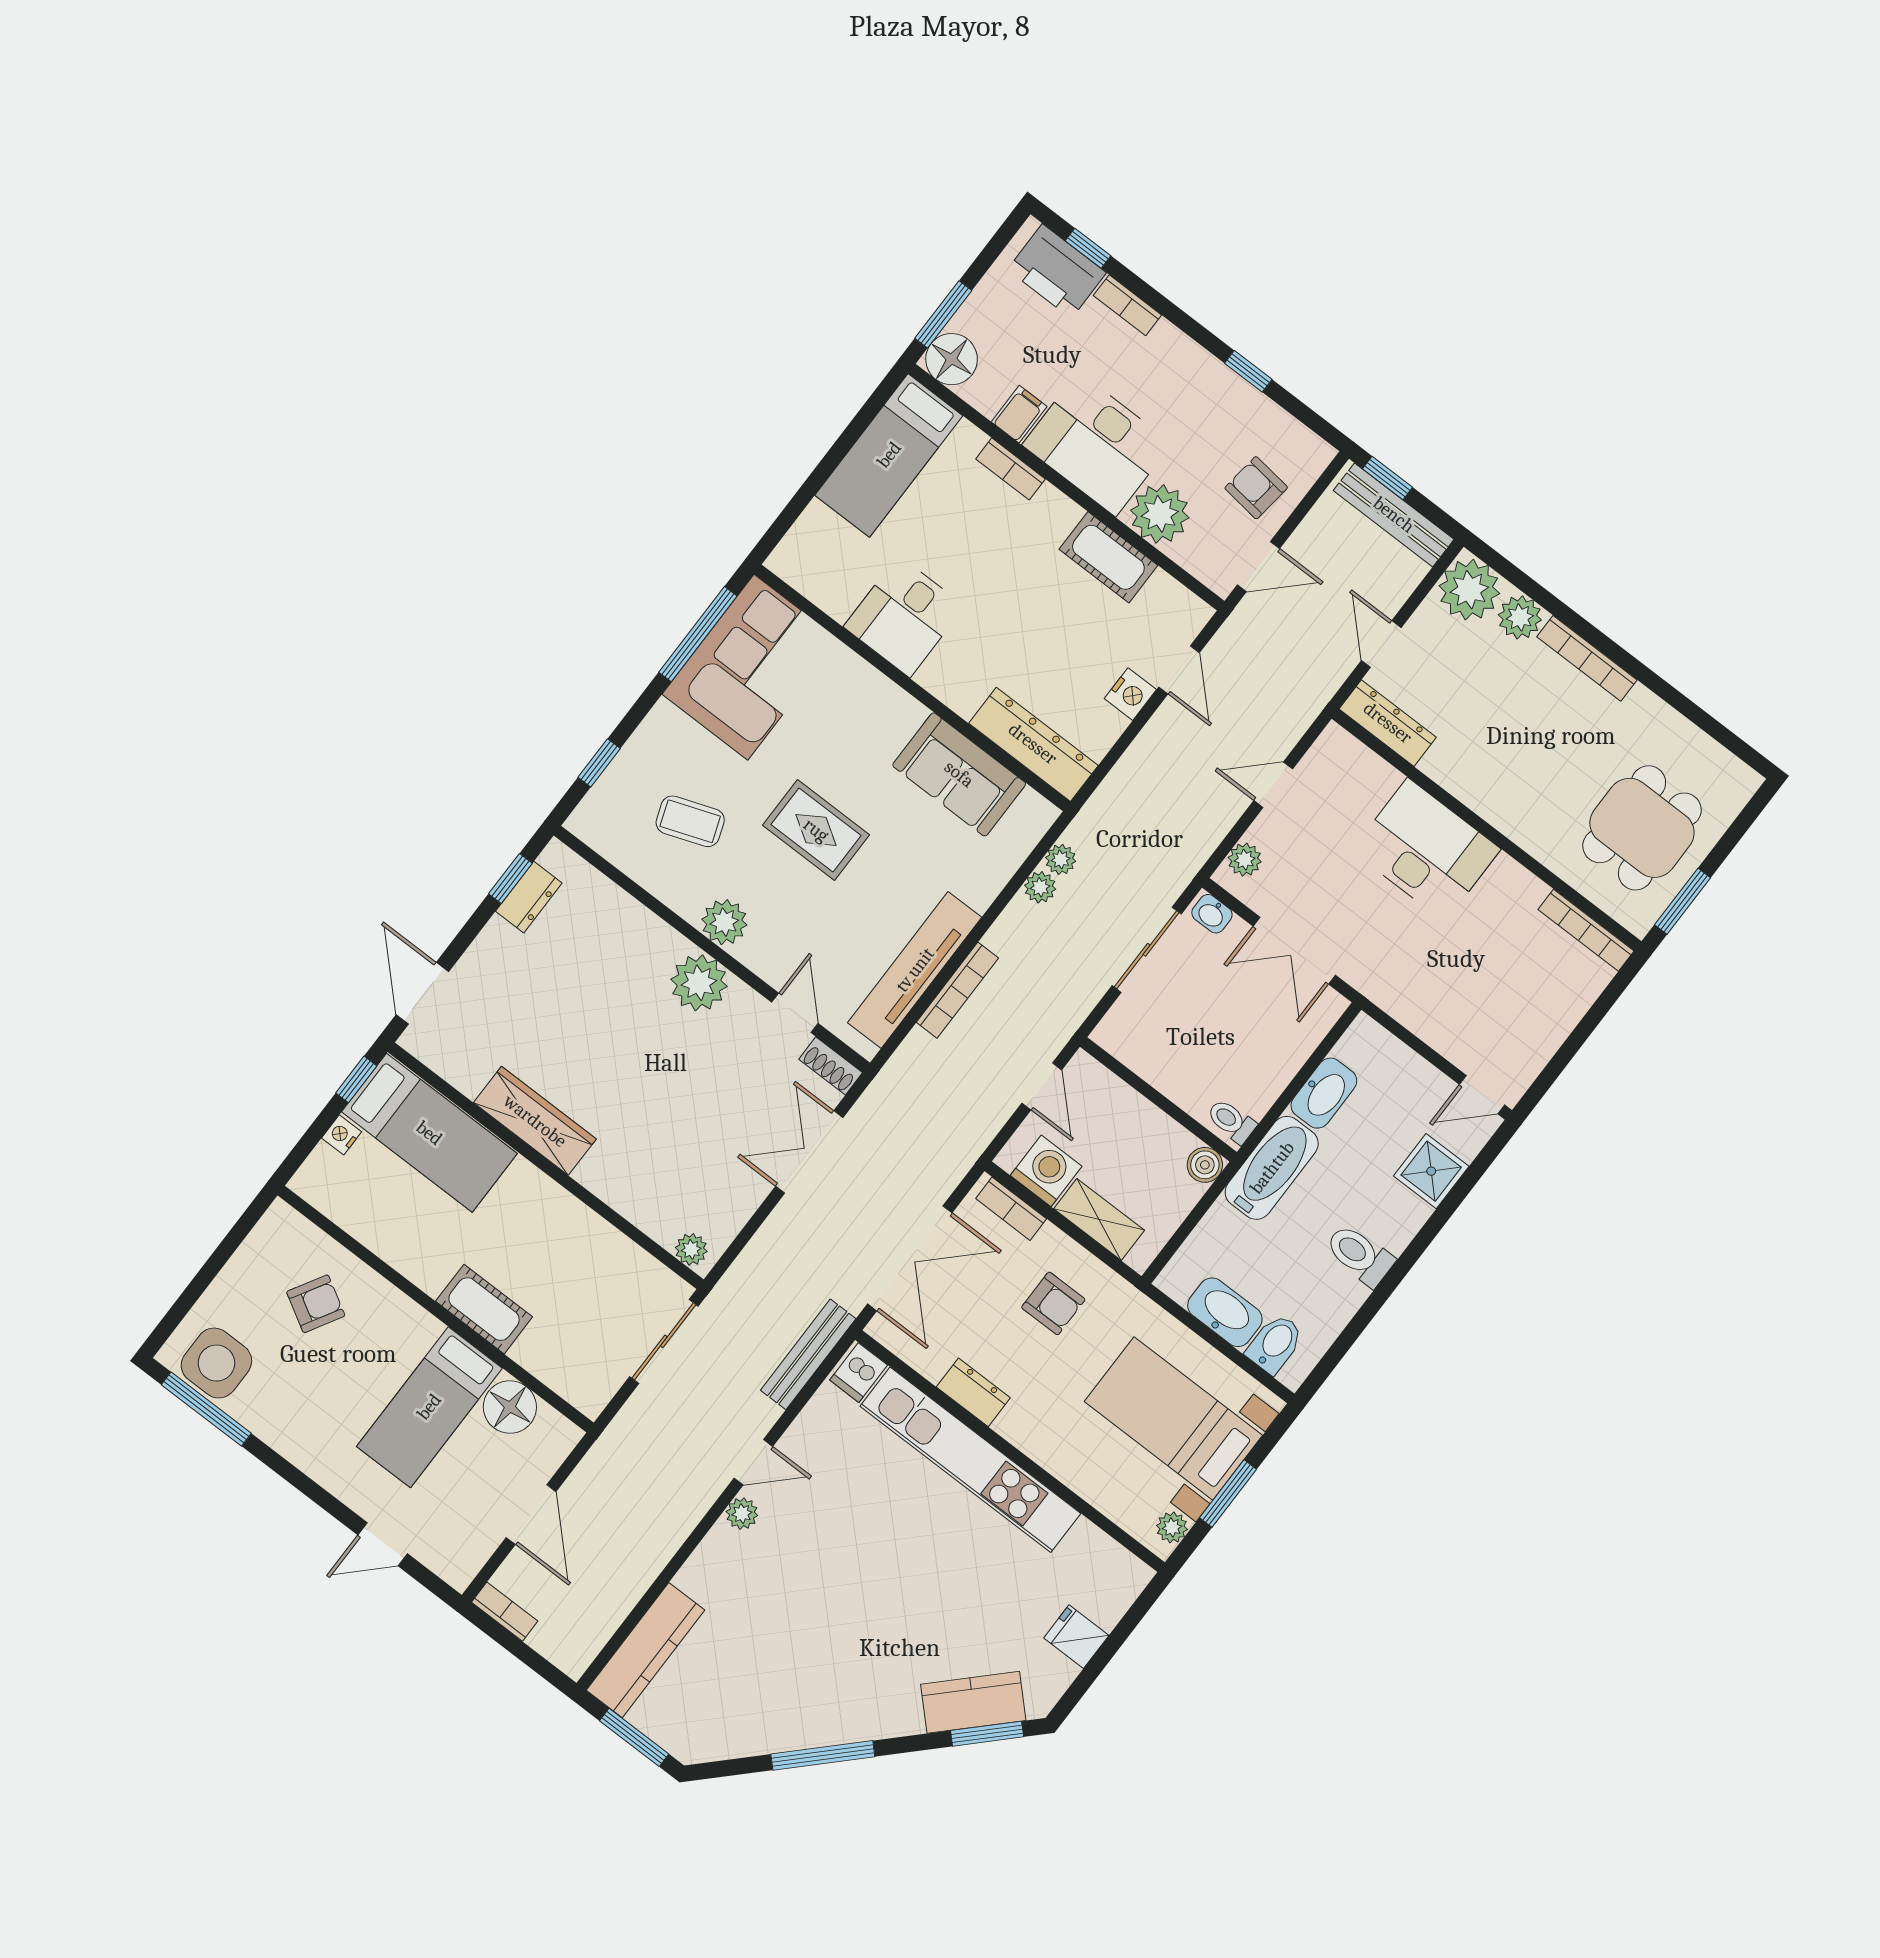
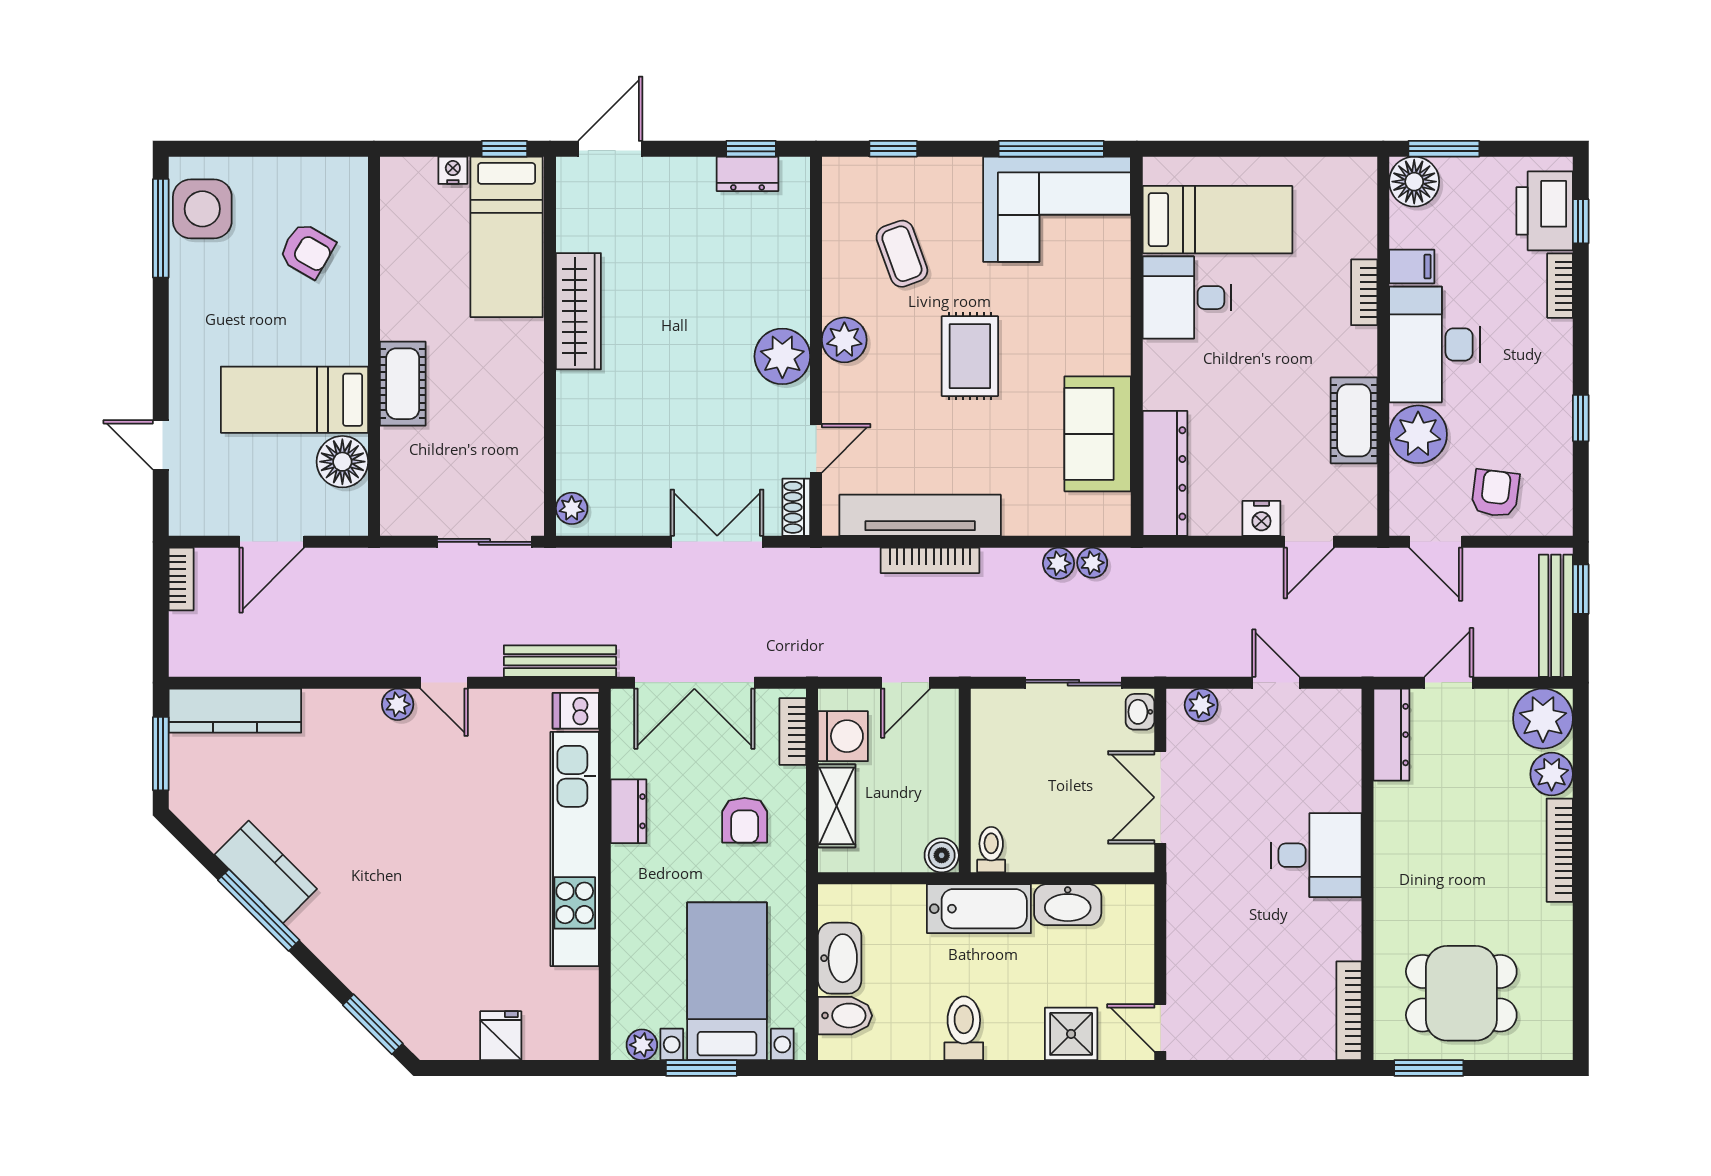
bed: (889, 455) -> (1218, 220), moved, turned 180
desk: (1426, 850) -> (1316, 855), width x0.73
kitchen counter: (973, 1702) -> (266, 872), moved

